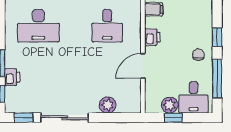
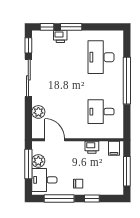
door: (143, 66) -> (55, 140), moved
window: (173, 118) -> (28, 164), width x2.17

